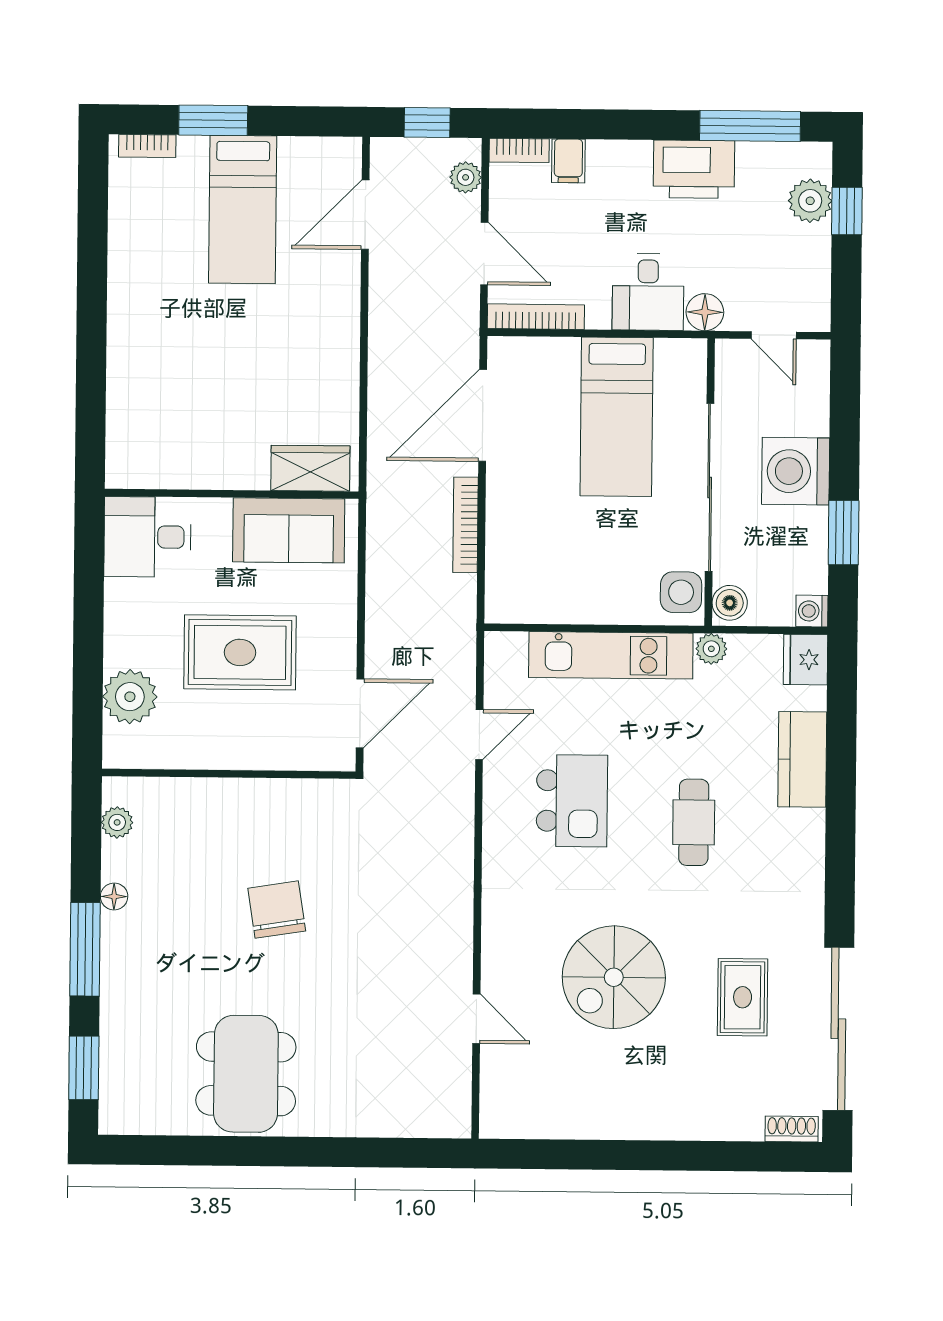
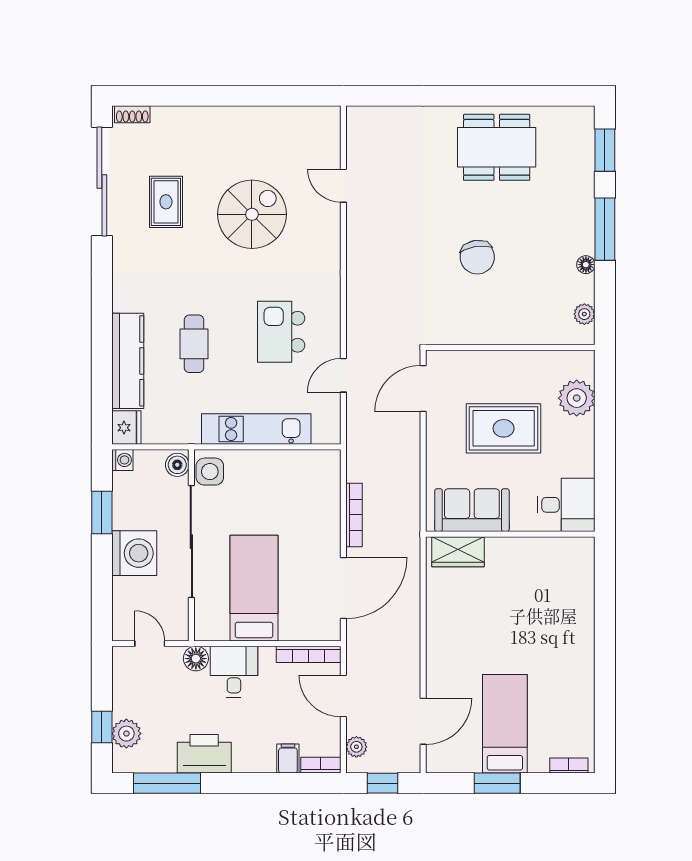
window: (213, 120) -> (497, 783), moved
plant: (711, 649) -> (189, 434), removed
kitchen counter: (802, 759) -> (128, 361), width x1.50
cafe table: (694, 822) -> (194, 344), moved
dining table: (246, 1074) -> (497, 147), turned 90

